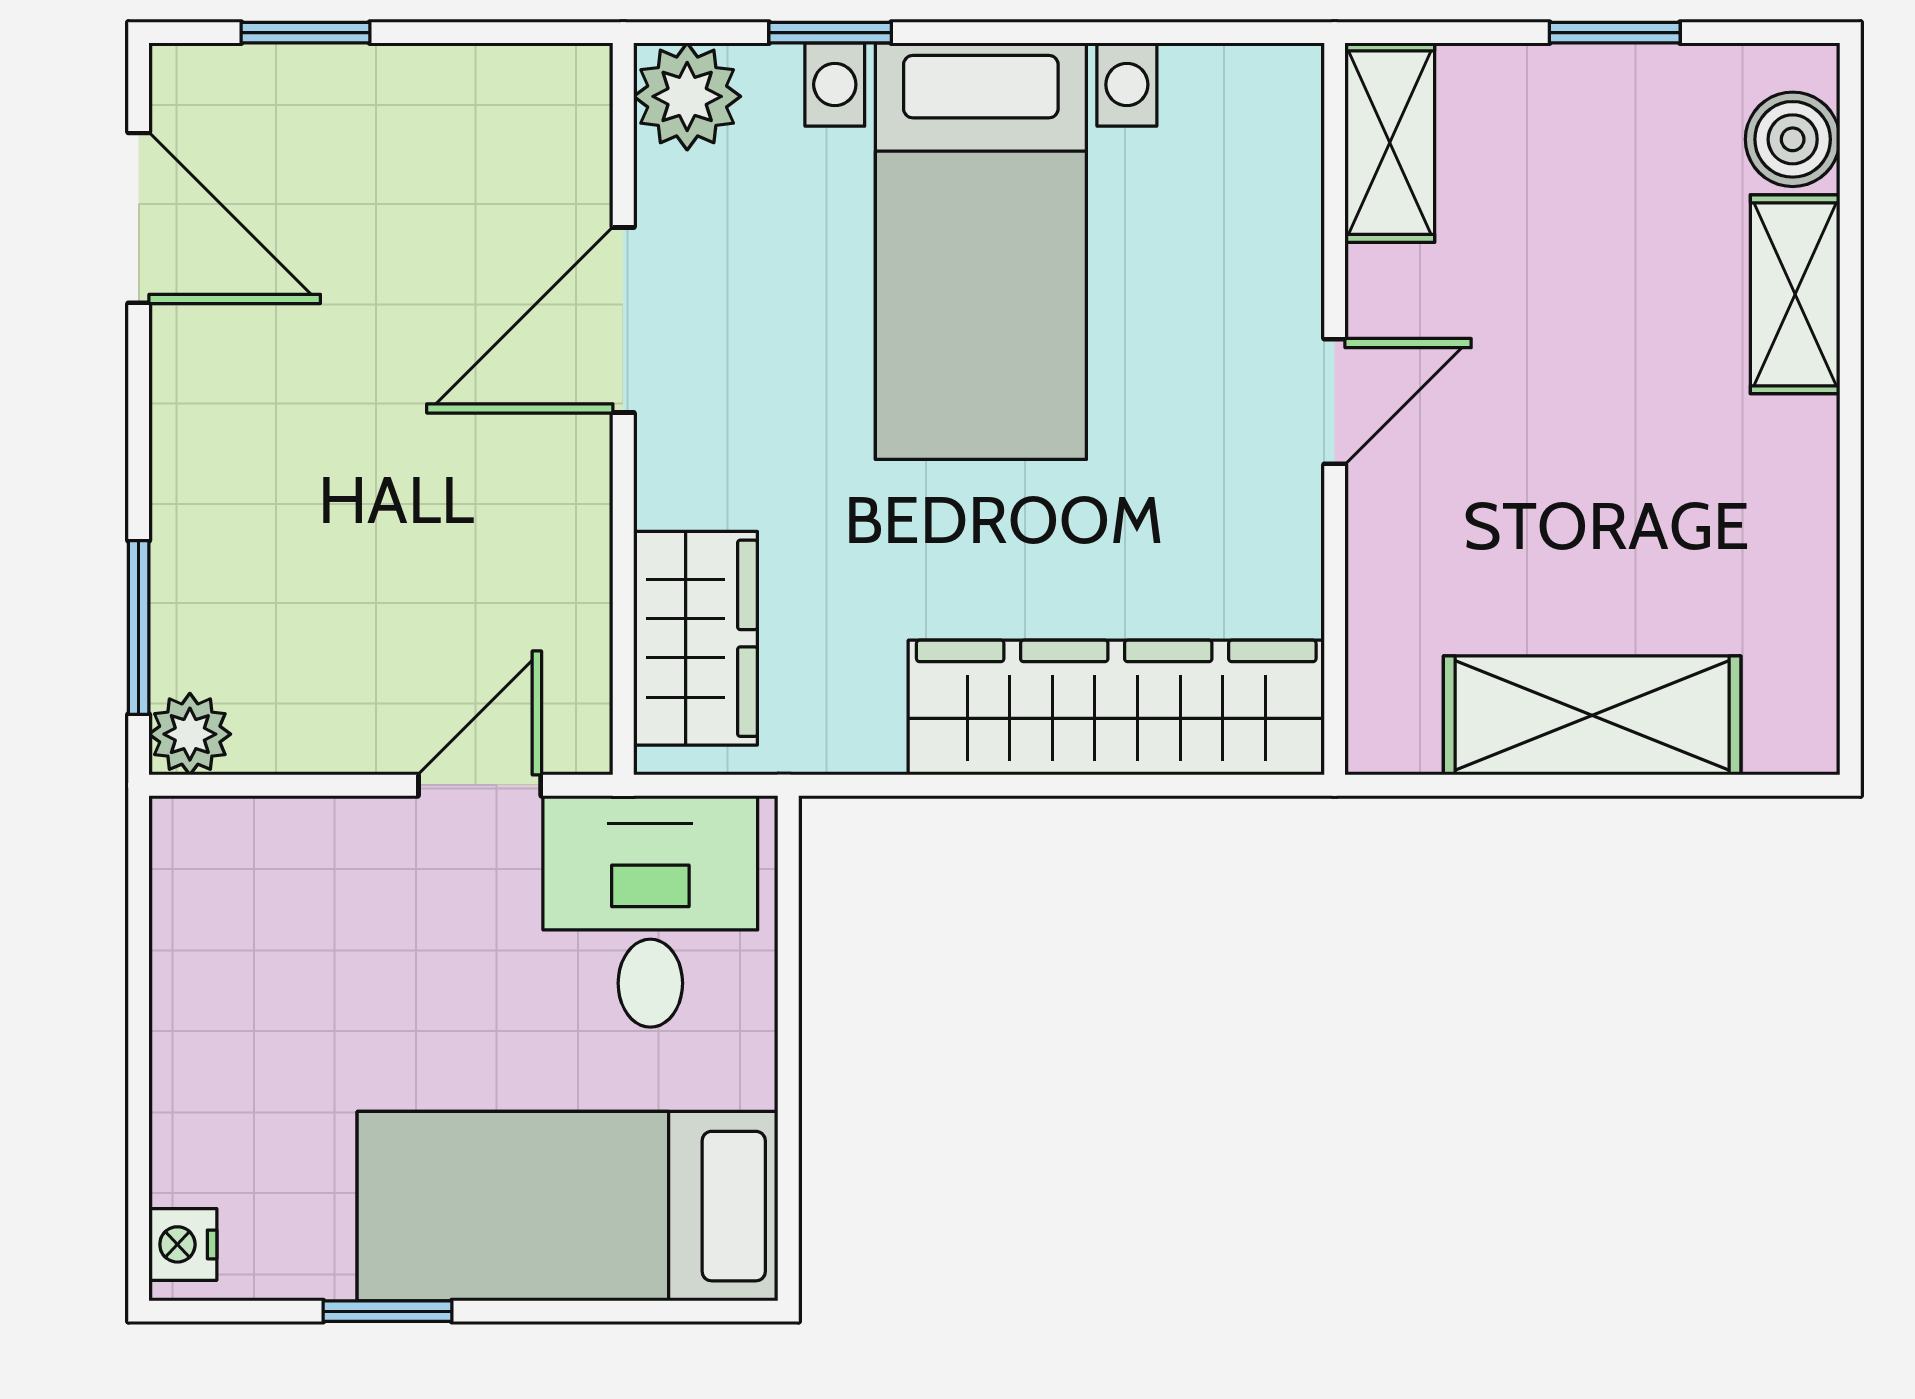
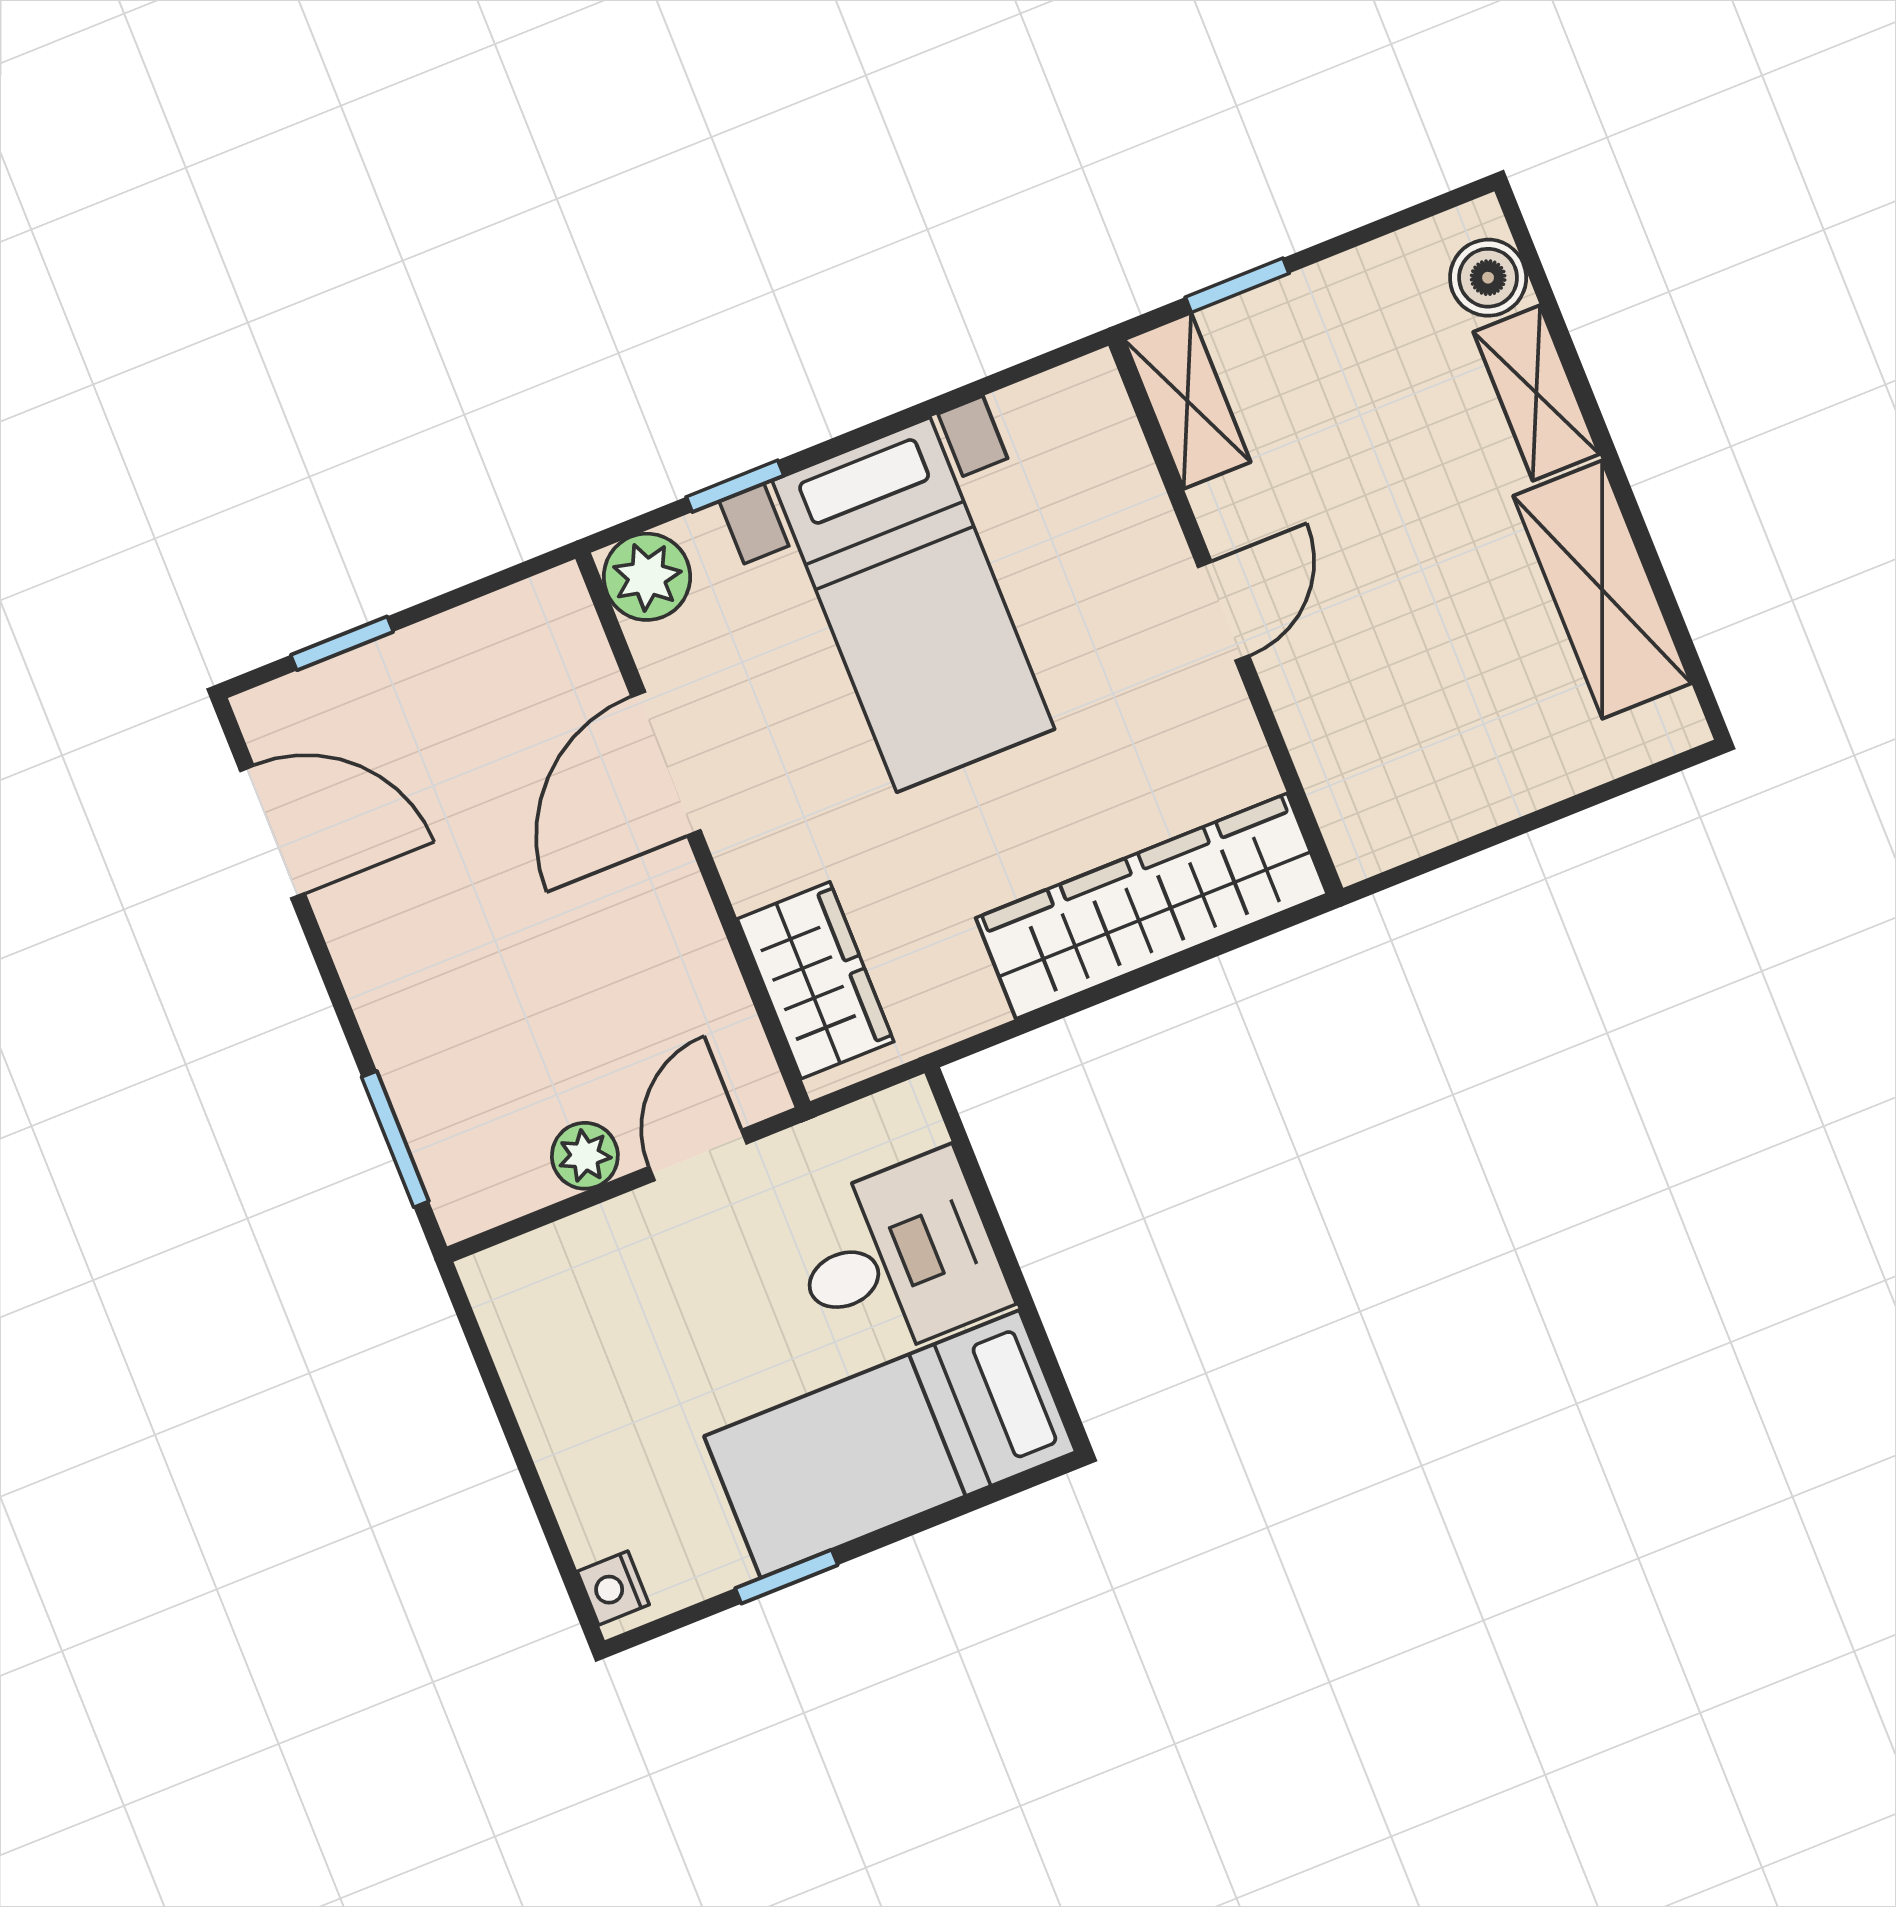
window: (1615, 33) -> (1237, 285), moved
shelving: (1592, 715) -> (1602, 590), moved, turned 90
plant: (190, 734) -> (585, 1156), moved
desk: (650, 911) -> (898, 1258), moved, turned 90

